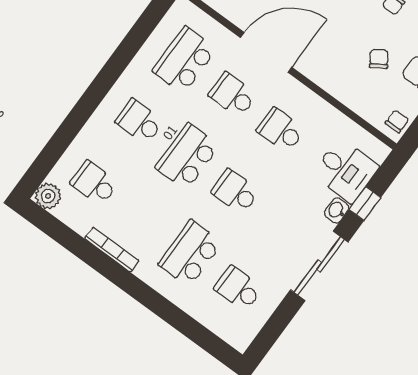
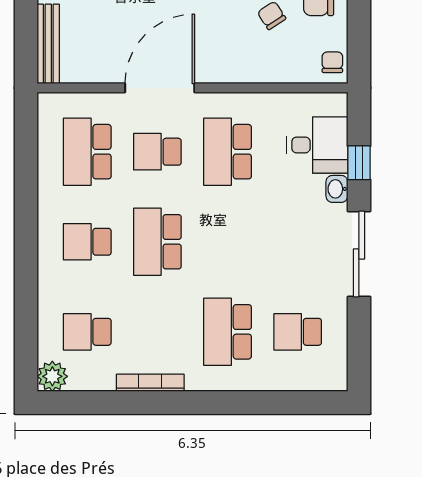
school desk: (280, 130) -> (228, 152), width x1.85
school desk: (235, 192) -> (228, 242), removed

